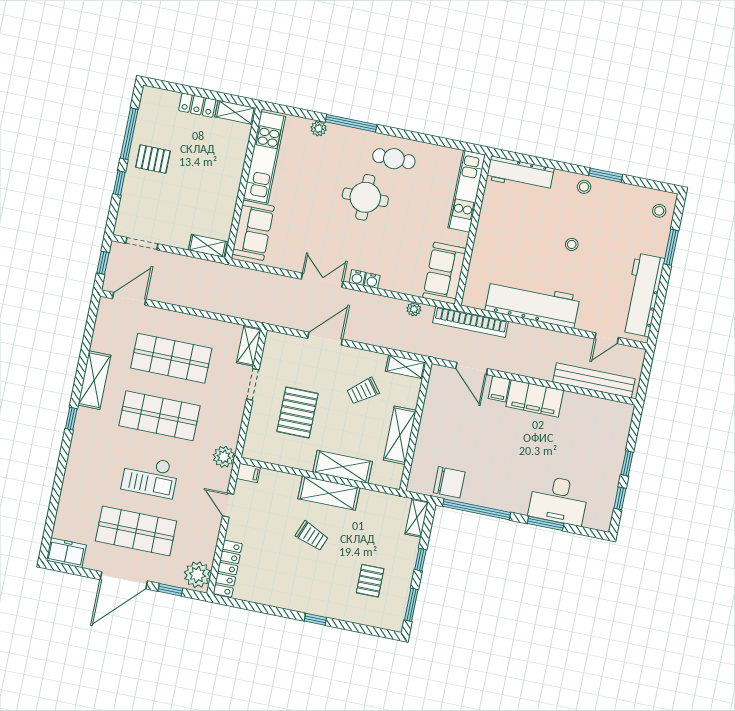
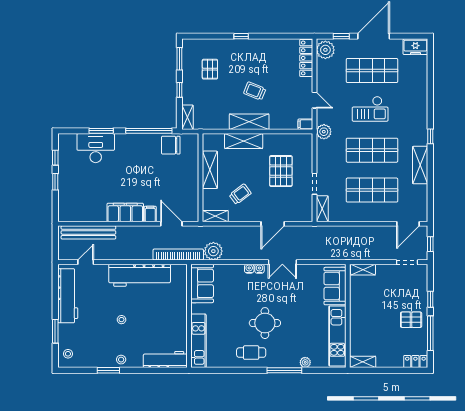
locker: (197, 105) -> (415, 362), moved
plant: (414, 309) -> (213, 251), width x1.87, depth x1.87
checkout: (150, 476) -> (370, 109), turned 180

